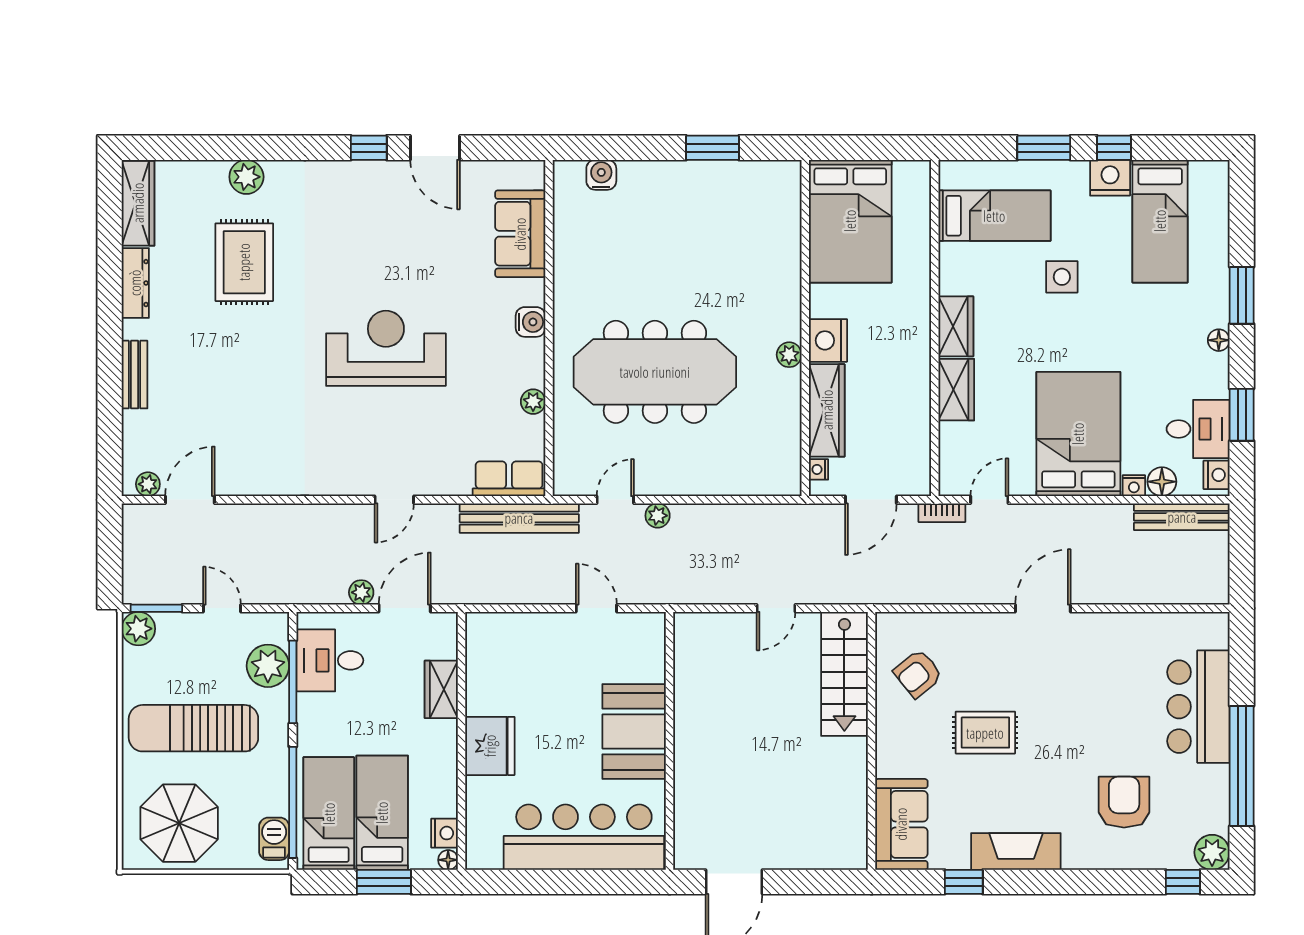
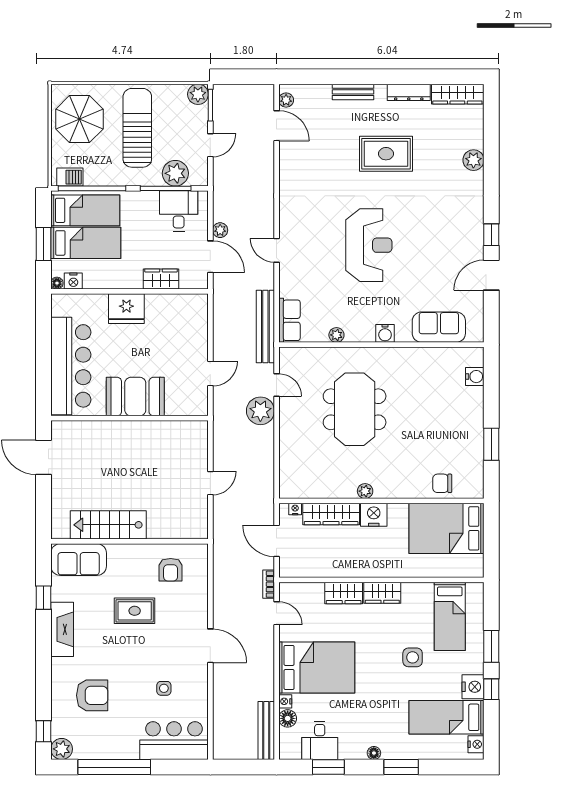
chair: (776, 228) -> (442, 483), added
rug: (244, 262) -> (386, 154), moved
meeting table: (655, 372) -> (355, 409), width x0.73
nightstand: (1217, 475) -> (476, 744), moved, turned -90
plant: (658, 516) -> (260, 411), width x1.88, depth x1.88
door: (776, 608) -> (210, 483), swing flipped
stairs: (844, 674) -> (108, 525), moved
armchair: (918, 674) -> (171, 570), turned -141
side table: (1113, 685) -> (164, 688), added
bar counter: (1198, 707) -> (174, 741), moved
rug: (985, 733) -> (135, 611), turned 90

